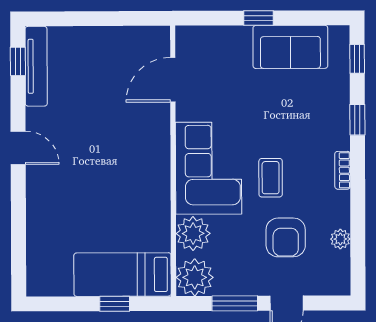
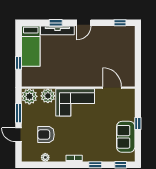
tv unit: (36, 66) -> (57, 30), moved
coffee table: (271, 178) -> (71, 128), removed
window: (18, 215) -> (56, 23), added
bed: (123, 275) -> (31, 46), moved, turned 180

